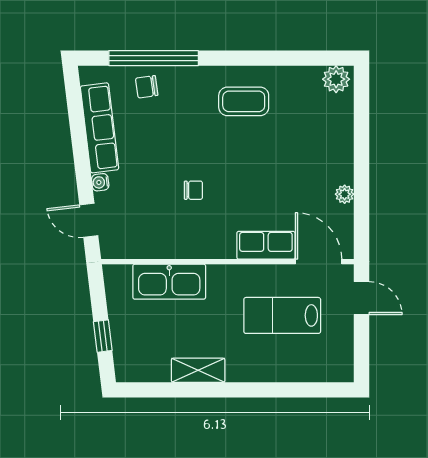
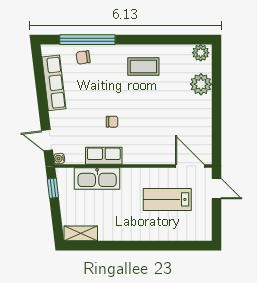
water cooler: (100, 182) -> (59, 159), moved
plant: (345, 194) -> (201, 84), moved, width x1.87, depth x1.87
row of seats: (266, 245) -> (104, 156), moved
window: (103, 336) -> (53, 188), moved
shelving: (198, 370) -> (81, 233), moved

